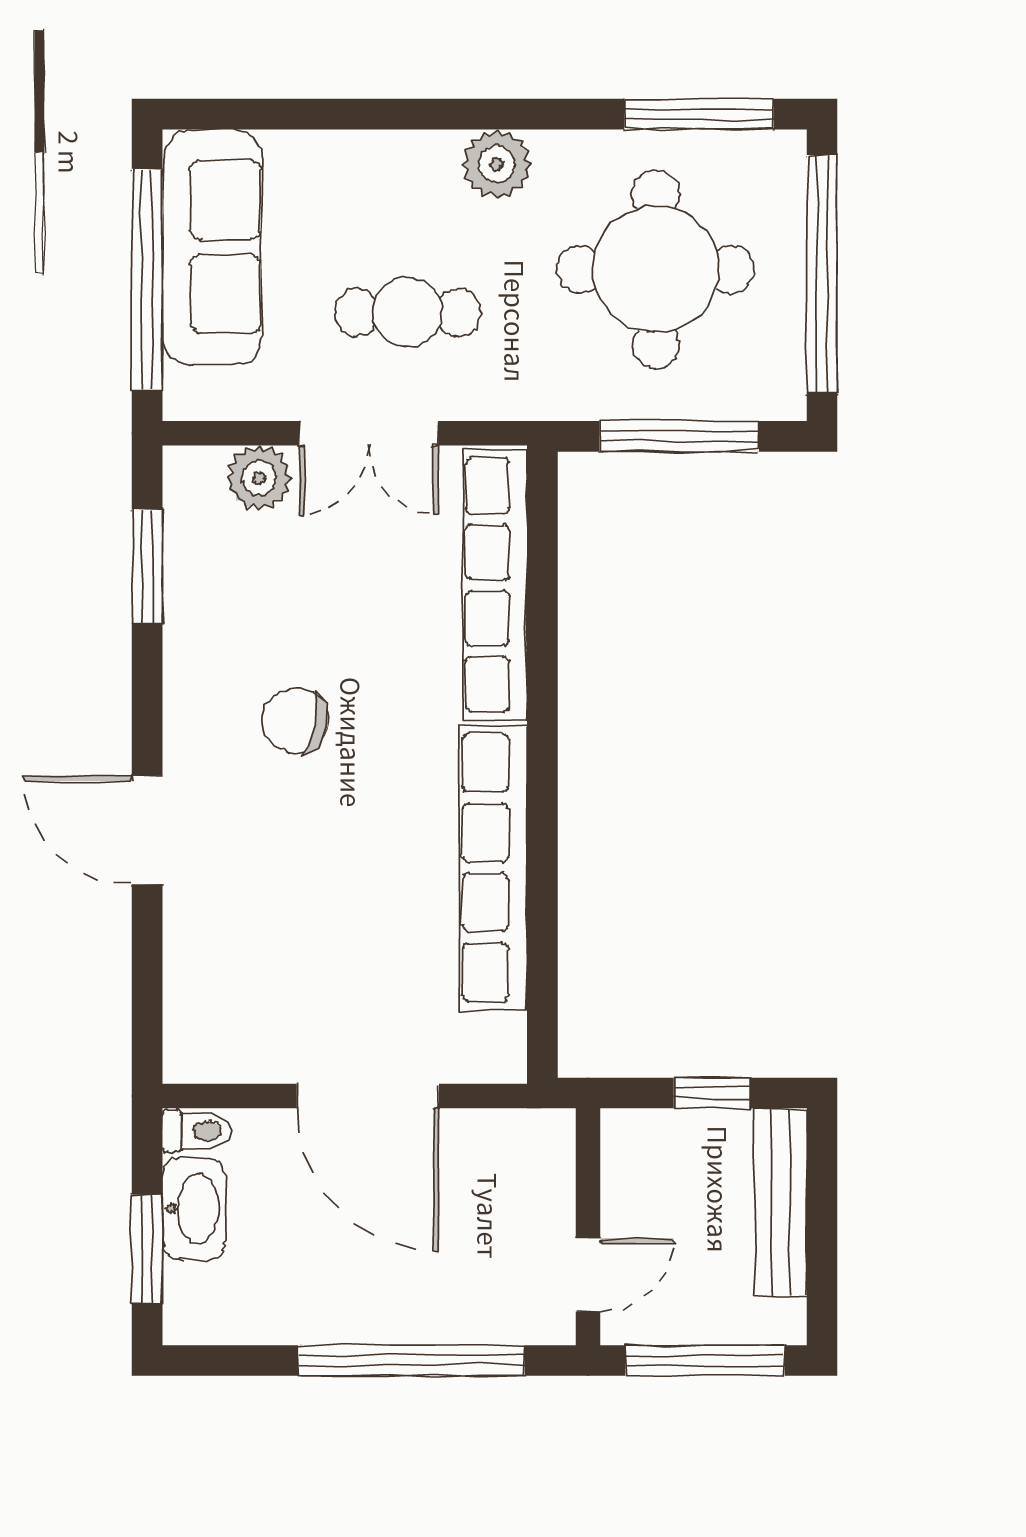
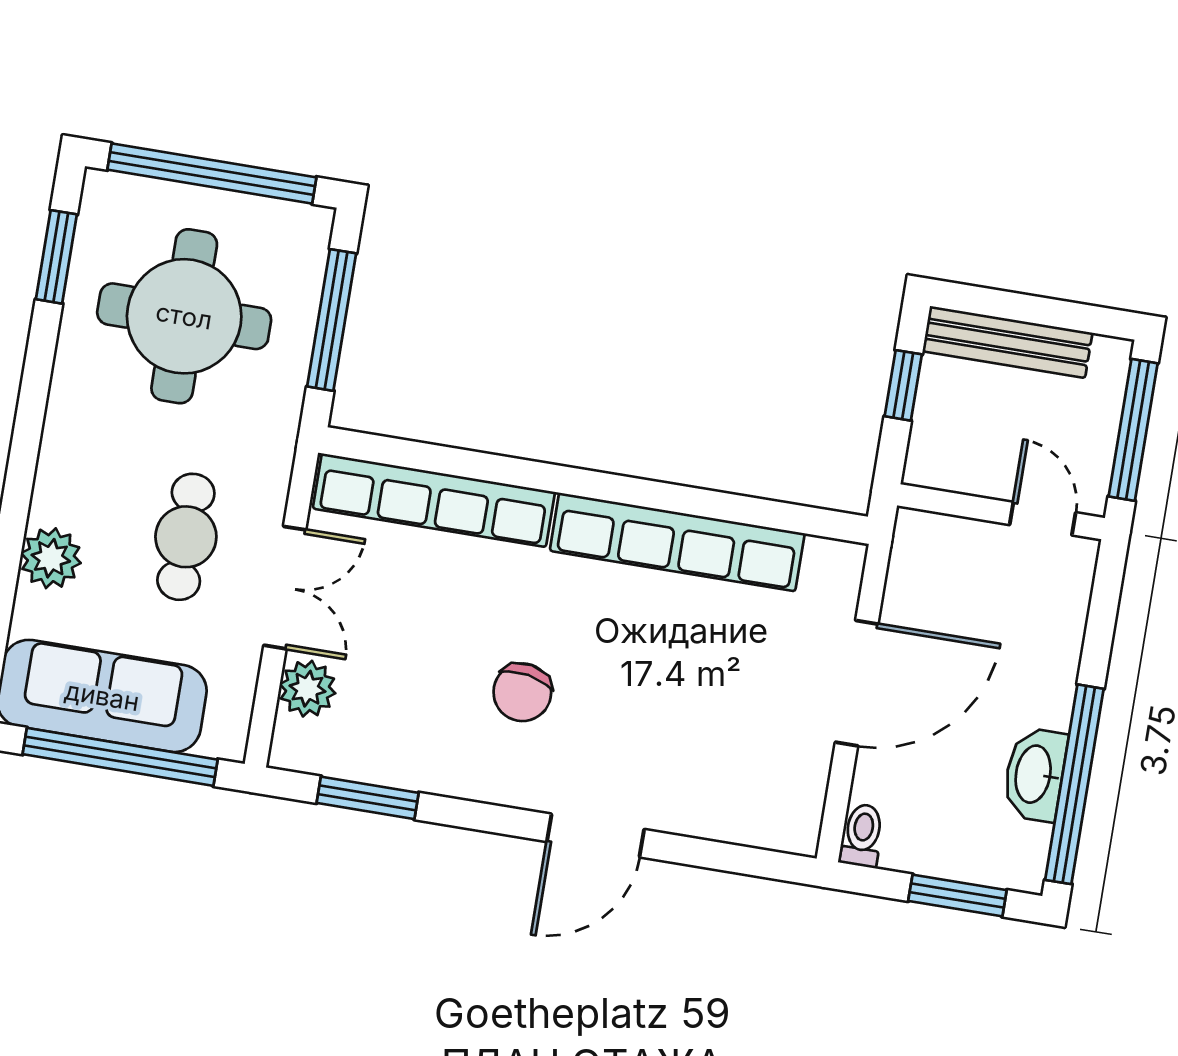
window: (699, 114) -> (56, 257), width x0.69
plant: (497, 164) -> (51, 558), moved
washbasin: (194, 1209) -> (1035, 774), moved, turned -90
window: (411, 1360) -> (1074, 784), moved

